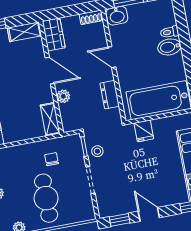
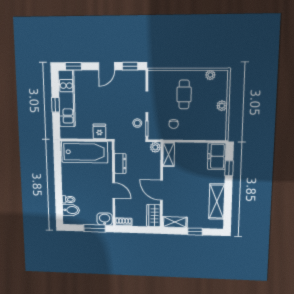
bidet: (169, 47) -> (71, 210), moved
plant: (63, 96) -> (155, 147), moved
cafe table: (46, 198) -> (184, 94), width x0.73, depth x0.74
door: (149, 214) -> (107, 66), hinge flipped

